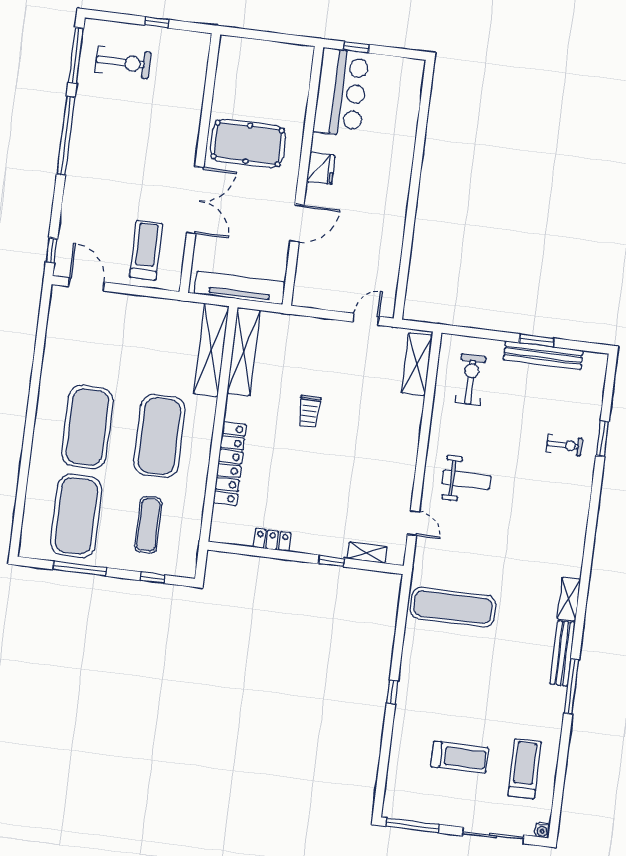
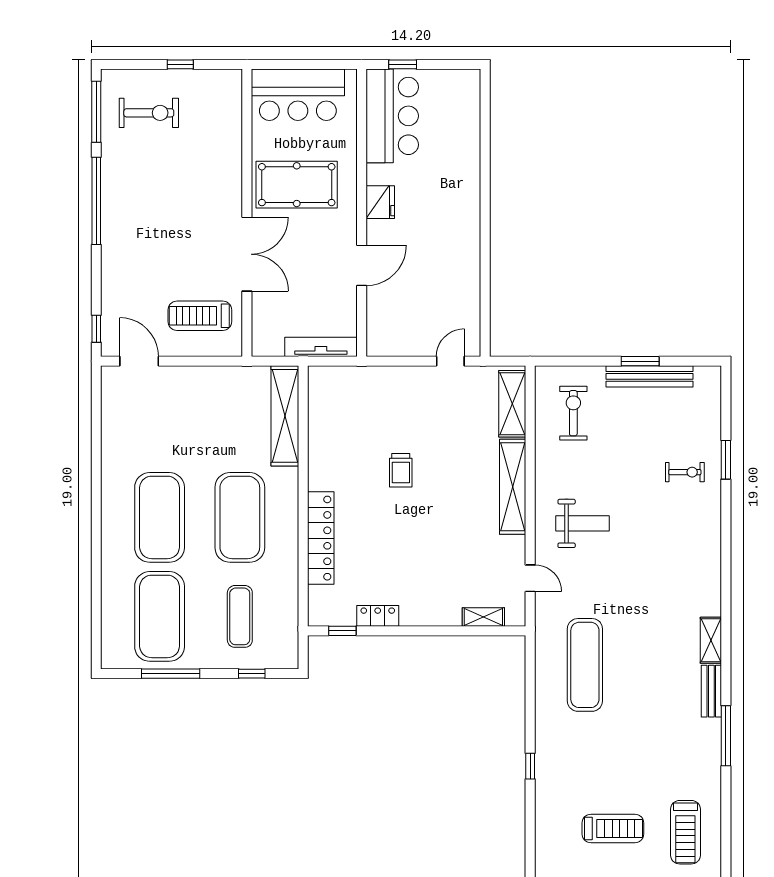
bar counter: (259, 63) -> (298, 95), added
treadmill: (146, 250) -> (200, 316), turned -90
tv unit: (240, 288) -> (321, 347), width x0.73, depth x0.78
shelving: (244, 352) -> (513, 487), moved
window: (332, 561) -> (342, 631), moved
exercise mat: (453, 607) -> (585, 665), turned 90
bench: (562, 653) -> (711, 691), width x0.73
treadmill: (525, 769) -> (685, 832), turned 180

